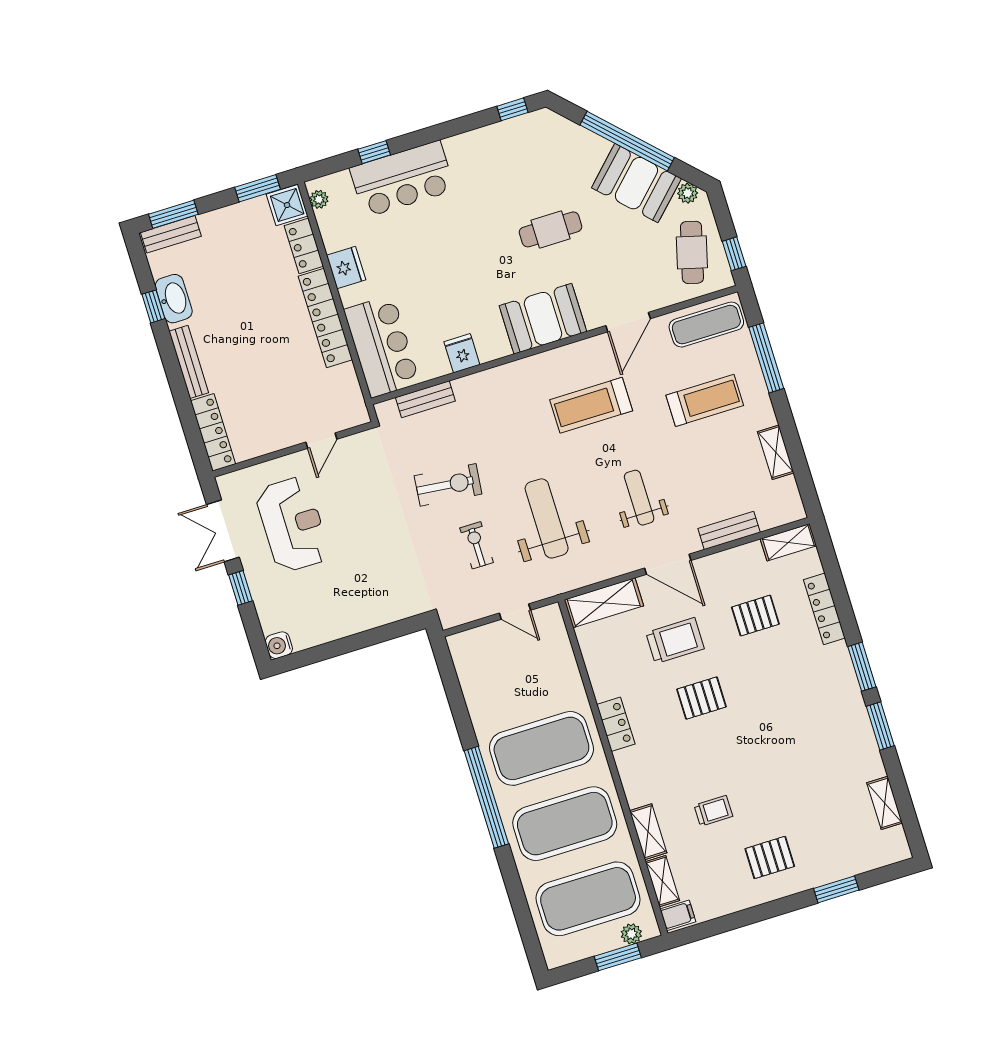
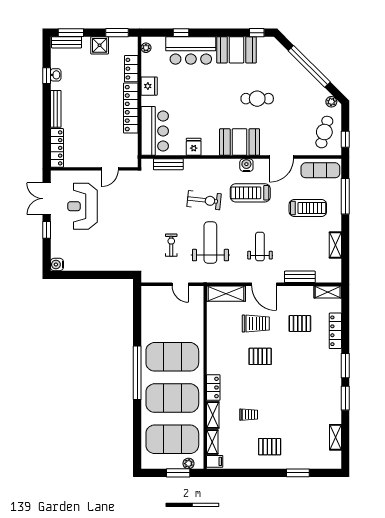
booth: (636, 183) -> (237, 50), moved, turned -45
shower: (287, 205) -> (100, 45), moved
washbasin: (174, 299) -> (56, 75), width x0.52, depth x0.69
water cooler: (569, 357) -> (246, 165), added
exercise bike: (448, 485) -> (204, 200), moved
reception desk: (293, 524) -> (82, 206), turned 180
locker: (616, 724) -> (213, 387), moved

